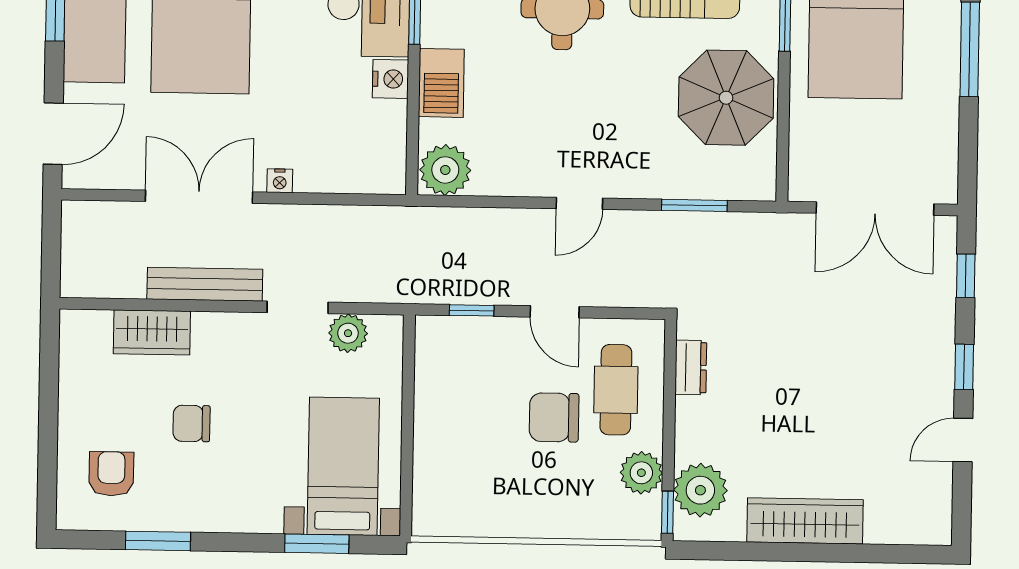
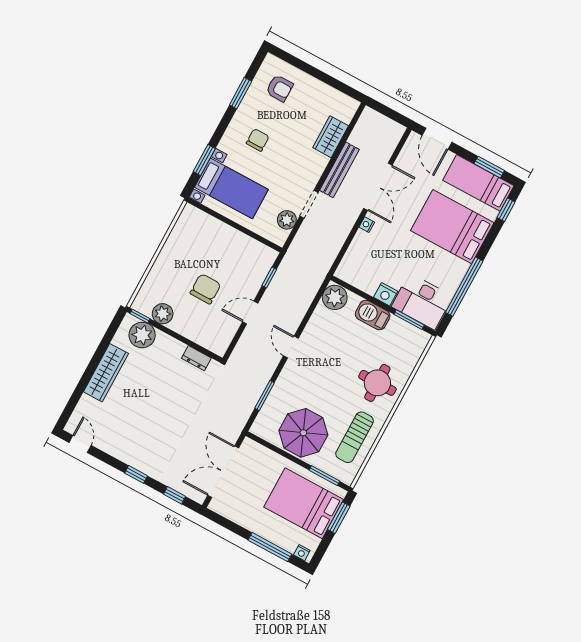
cafe table: (616, 390) -> (204, 321), removed
chair: (192, 423) -> (258, 140), moved
door: (963, 440) -> (80, 444), moved

